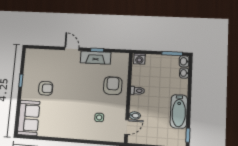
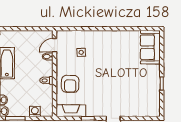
fireplace: (96, 58) -> (71, 111), moved
washing machine: (139, 59) -> (35, 111), moved
armchair: (46, 88) -> (136, 77), removed

